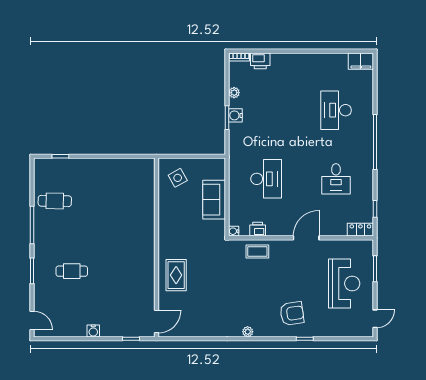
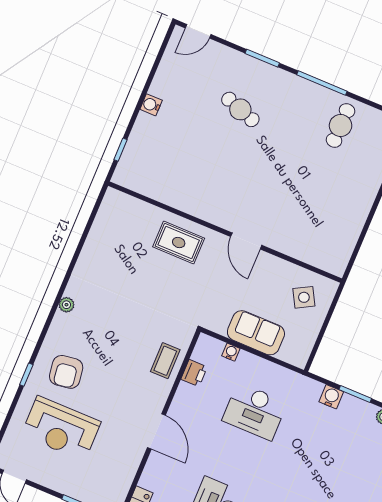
water cooler: (235, 115) -> (331, 397), moved
water cooler: (234, 231) -> (231, 352), moved
cafe table: (72, 271) -> (240, 109), turned -71
reception desk: (344, 283) -> (61, 428), moved
door: (157, 322) -> (246, 241), moved

